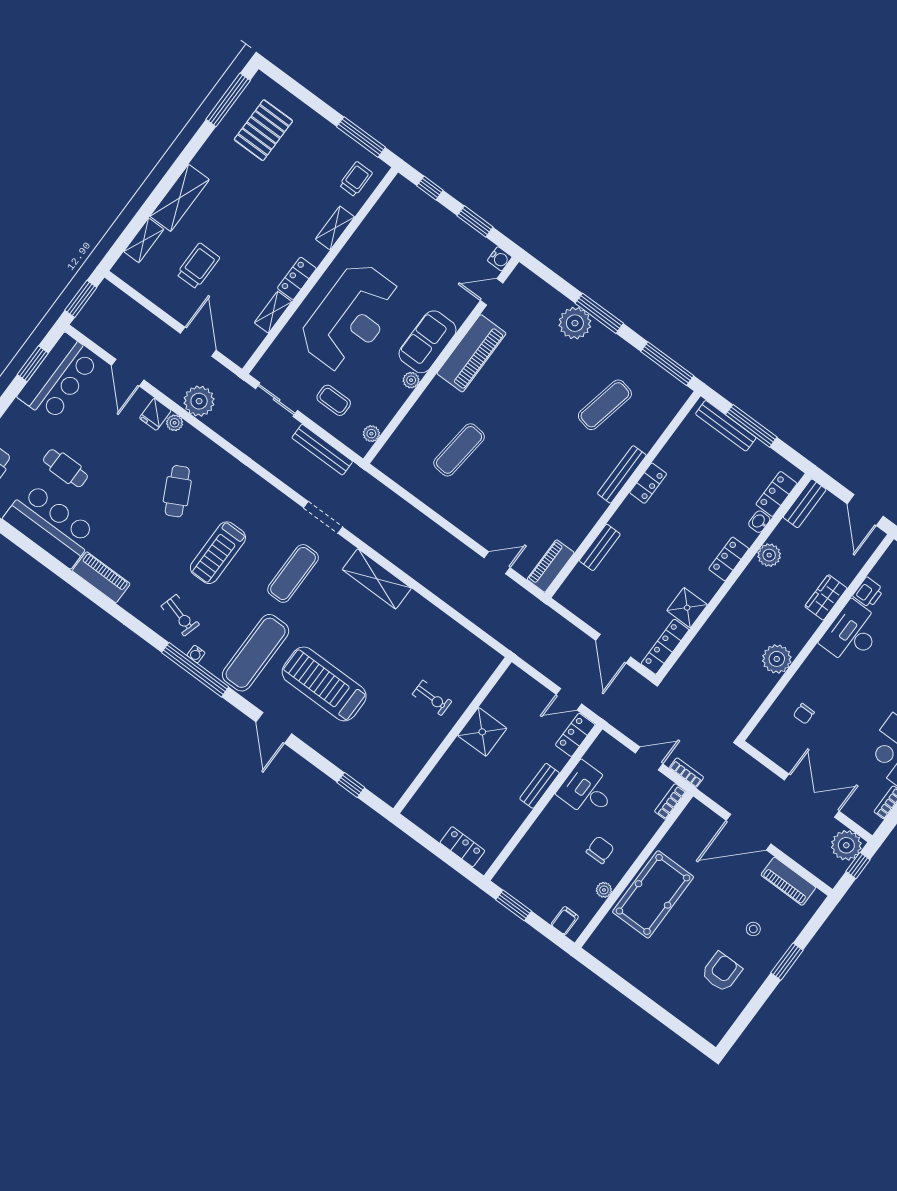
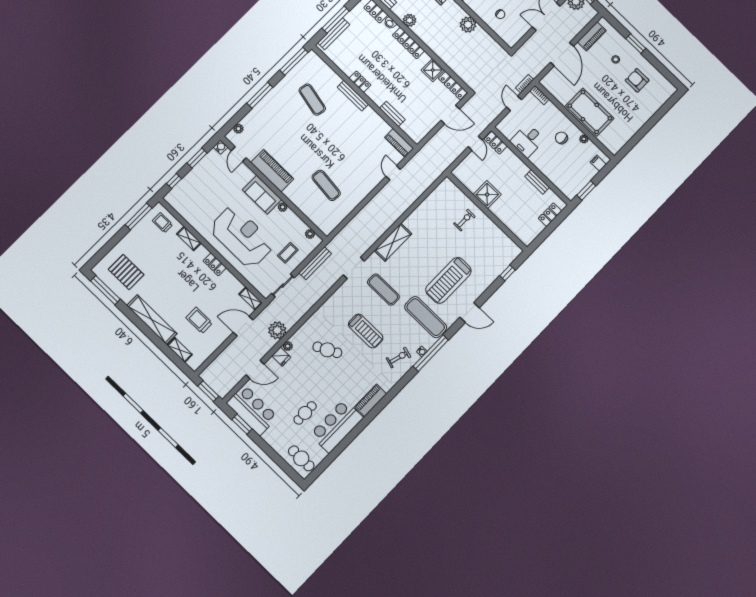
shelving: (180, 198) -> (152, 320), width x1.47
shelving: (273, 312) -> (250, 299), moved
plant: (575, 323) -> (238, 129), moved, width x0.53, depth x0.53
locker: (729, 559) -> (409, 43), width x1.53
bench: (540, 786) -> (537, 182), moved

